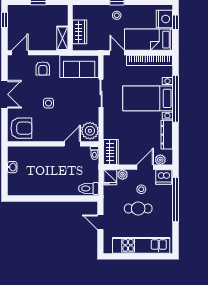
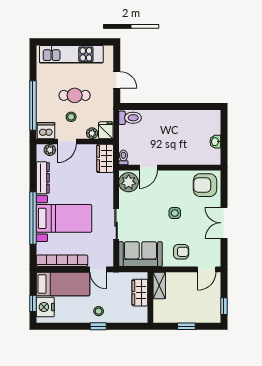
armchair: (43, 68) -> (181, 252), turned 90

